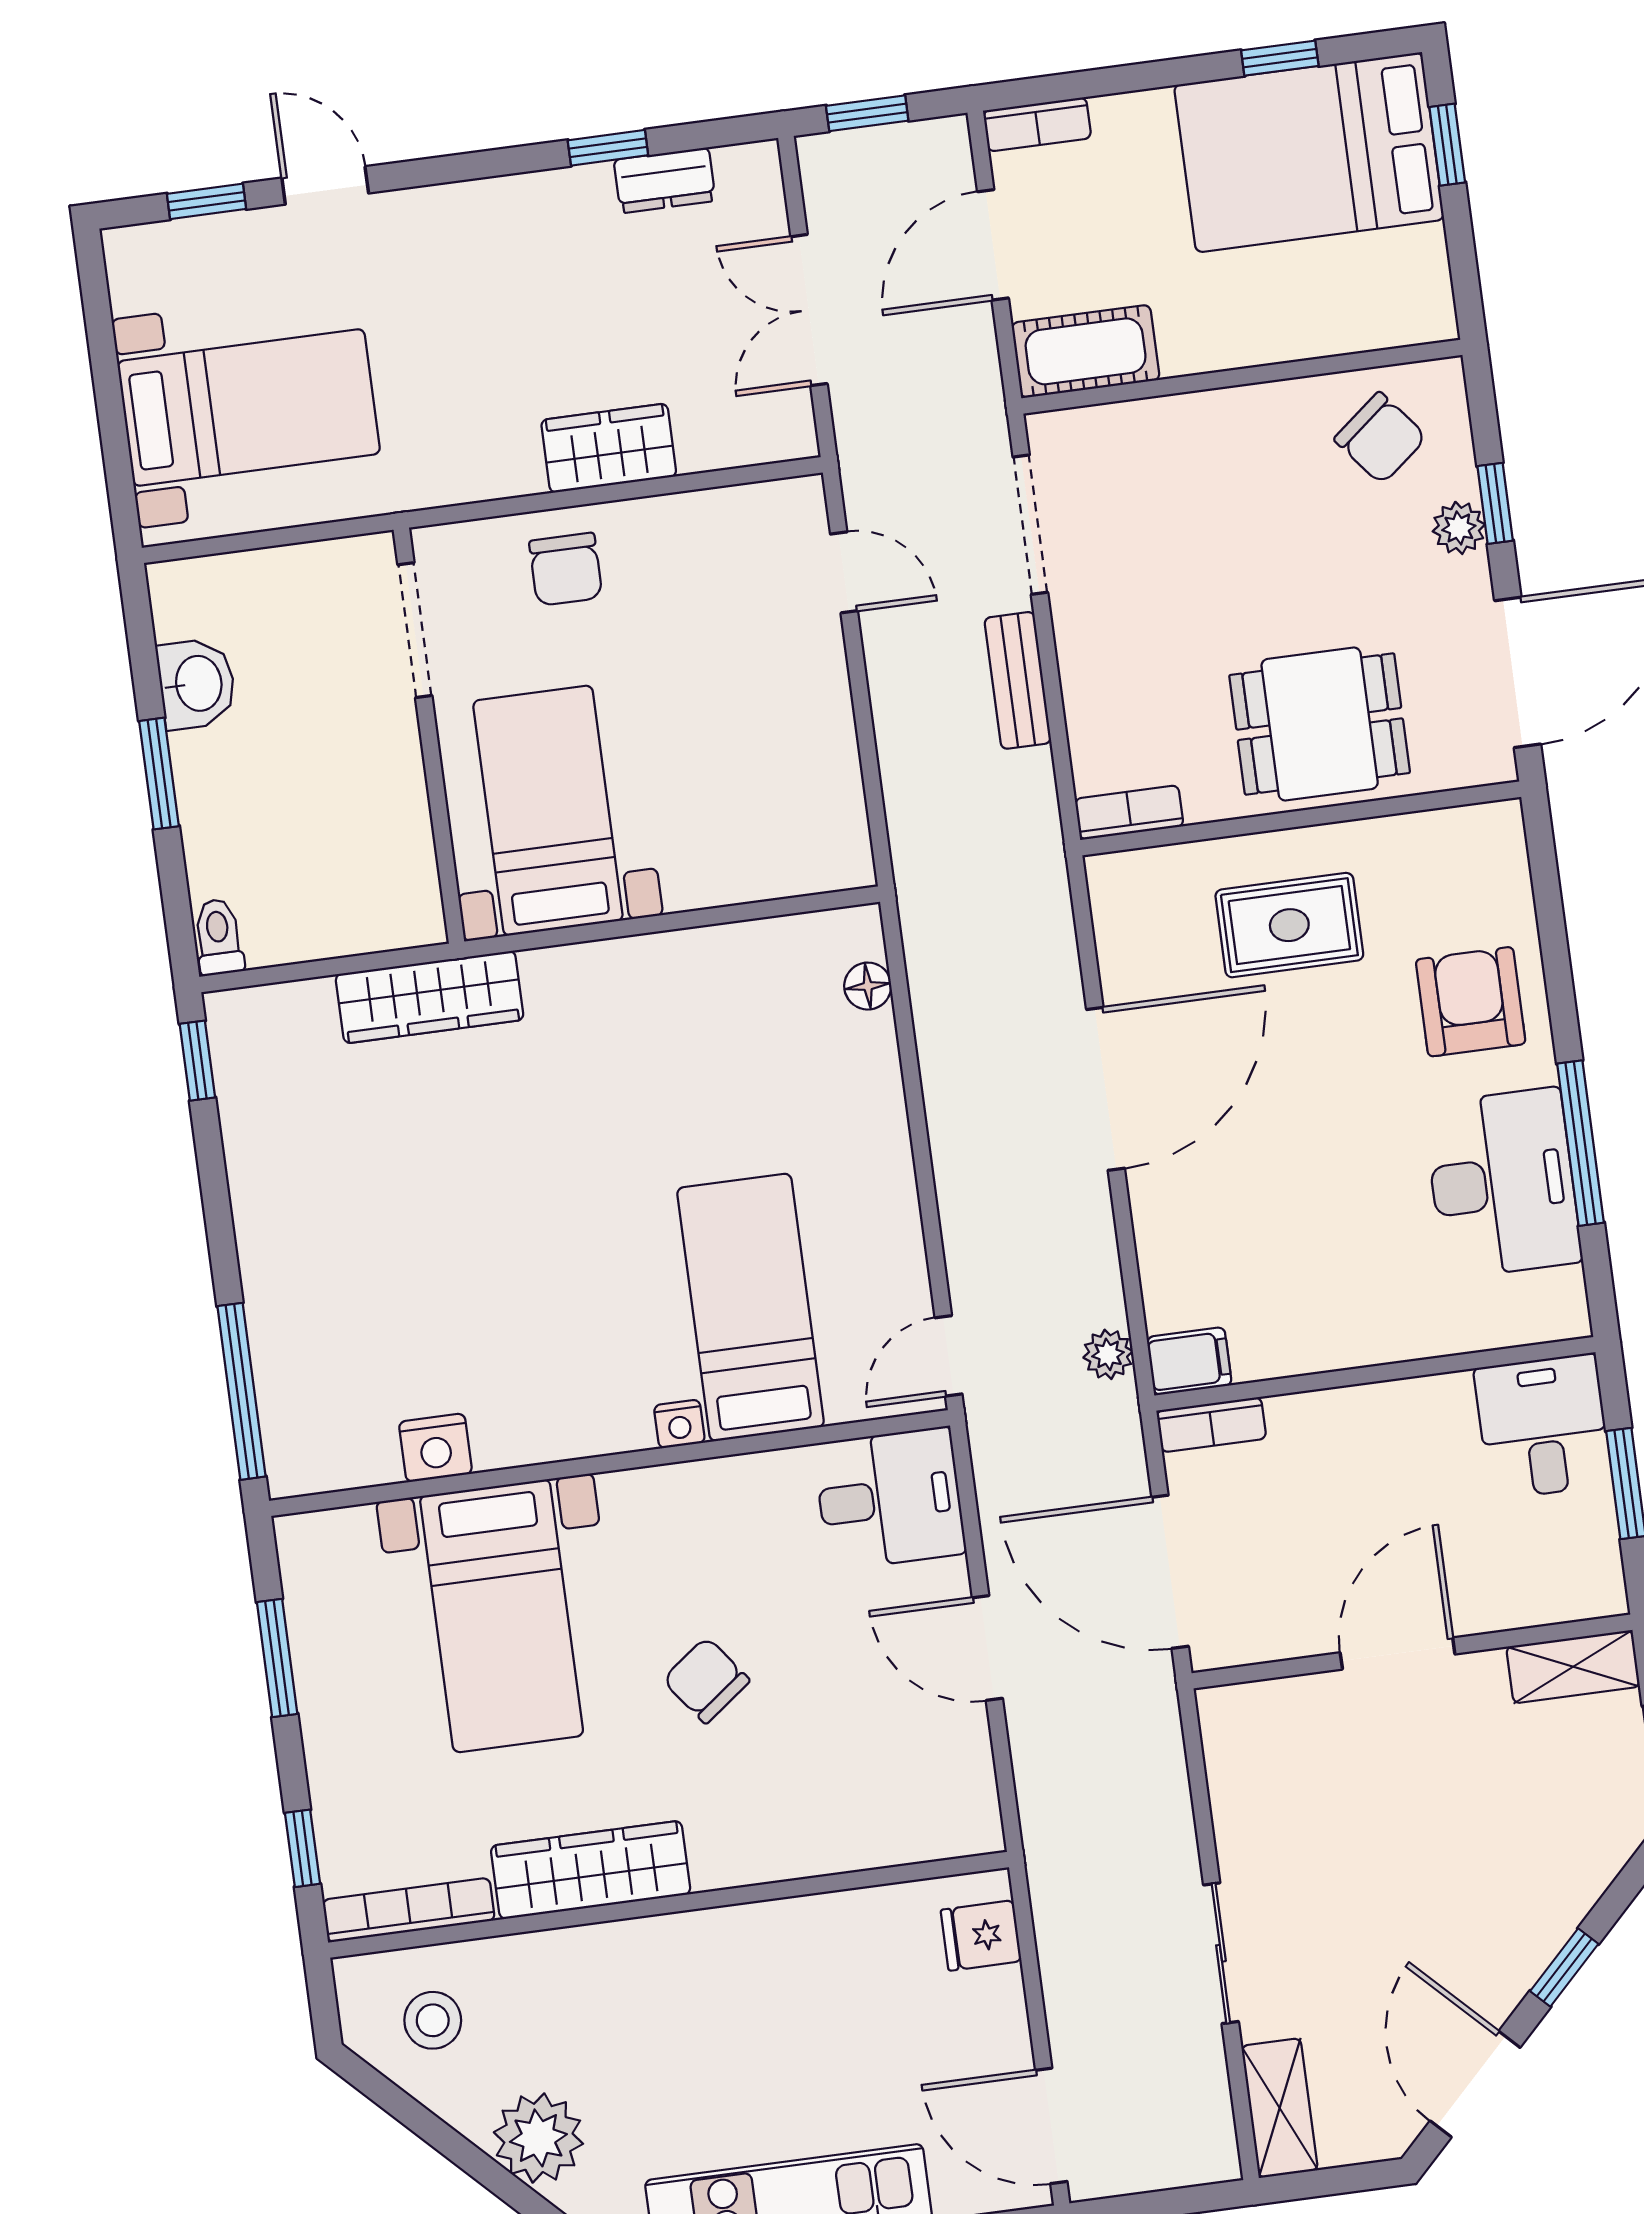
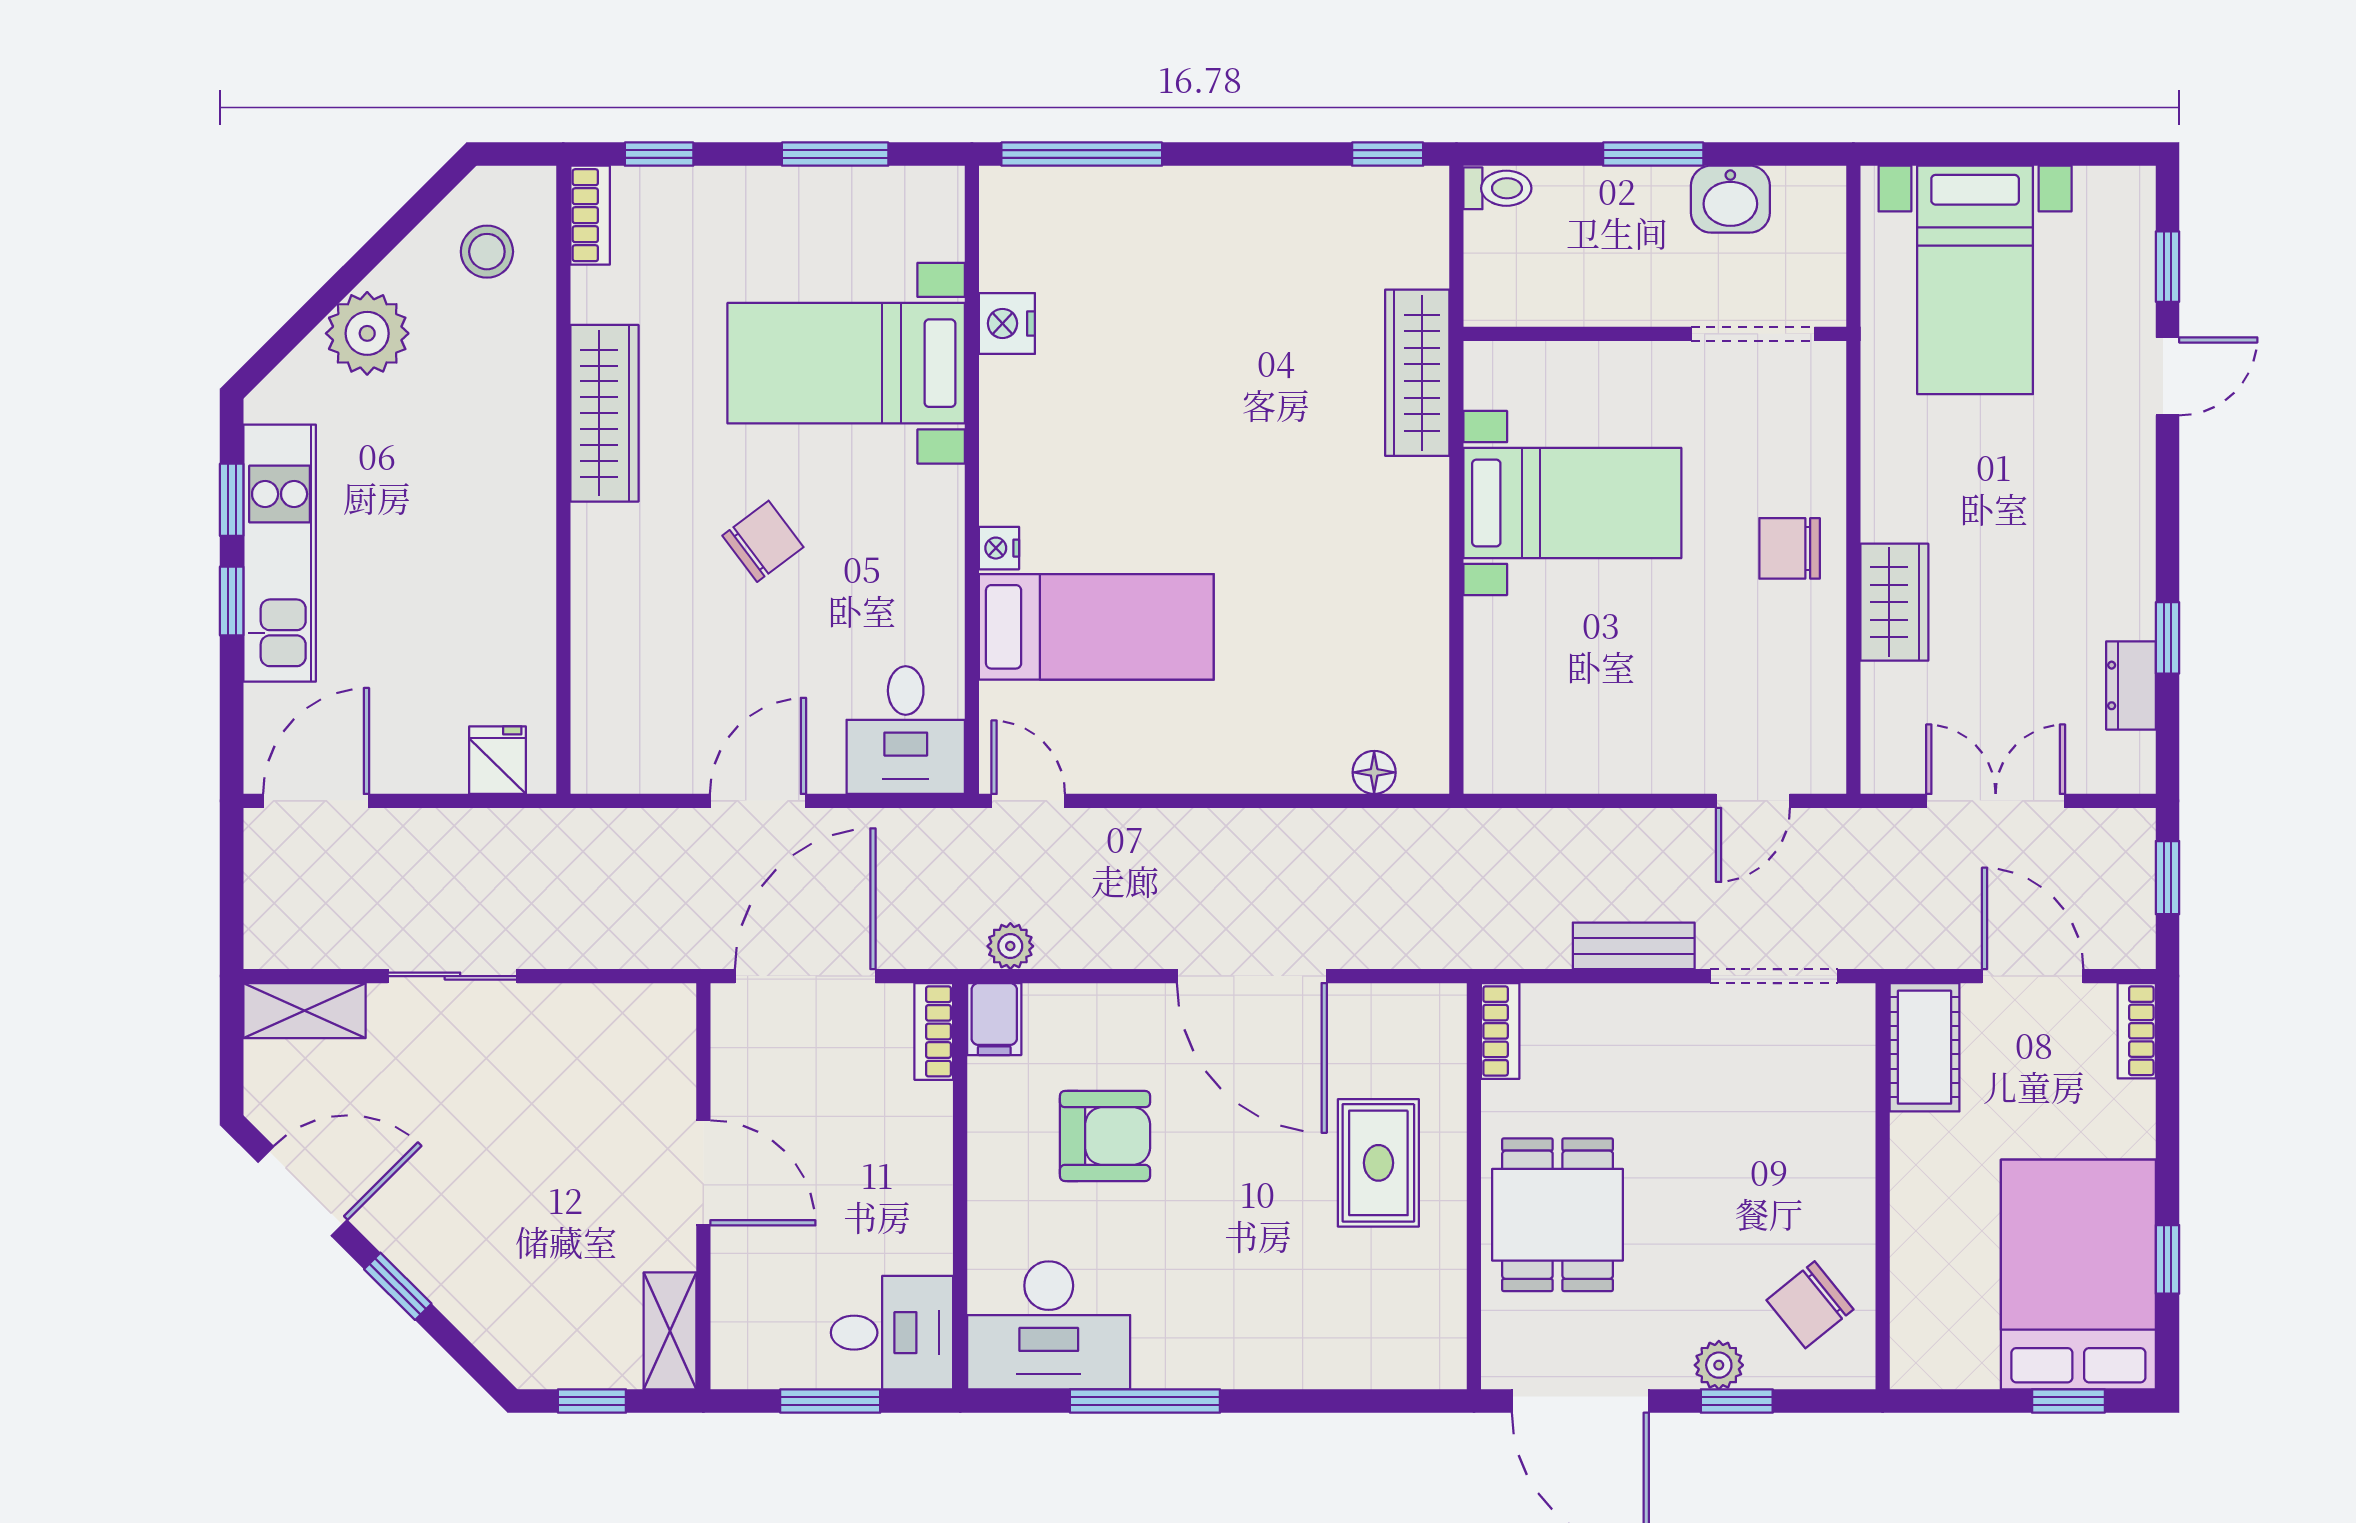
doorway: (415, 630) -> (1753, 334), moved
wall: (429, 736) -> (1655, 334), moved
armchair: (1471, 1002) -> (1105, 1136), moved
desk: (1503, 1183) -> (1049, 1325), moved
bookcase: (409, 1910) -> (590, 215), width x0.64

